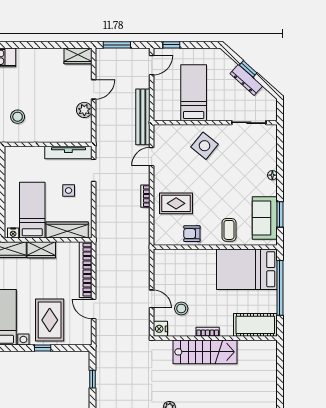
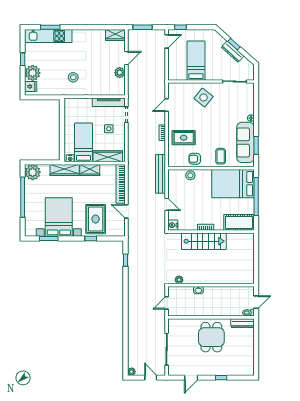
bench: (143, 117) -> (161, 174), moved
sofa: (265, 218) -> (245, 142), width x1.36
stool: (181, 308) -> (190, 175), moved

